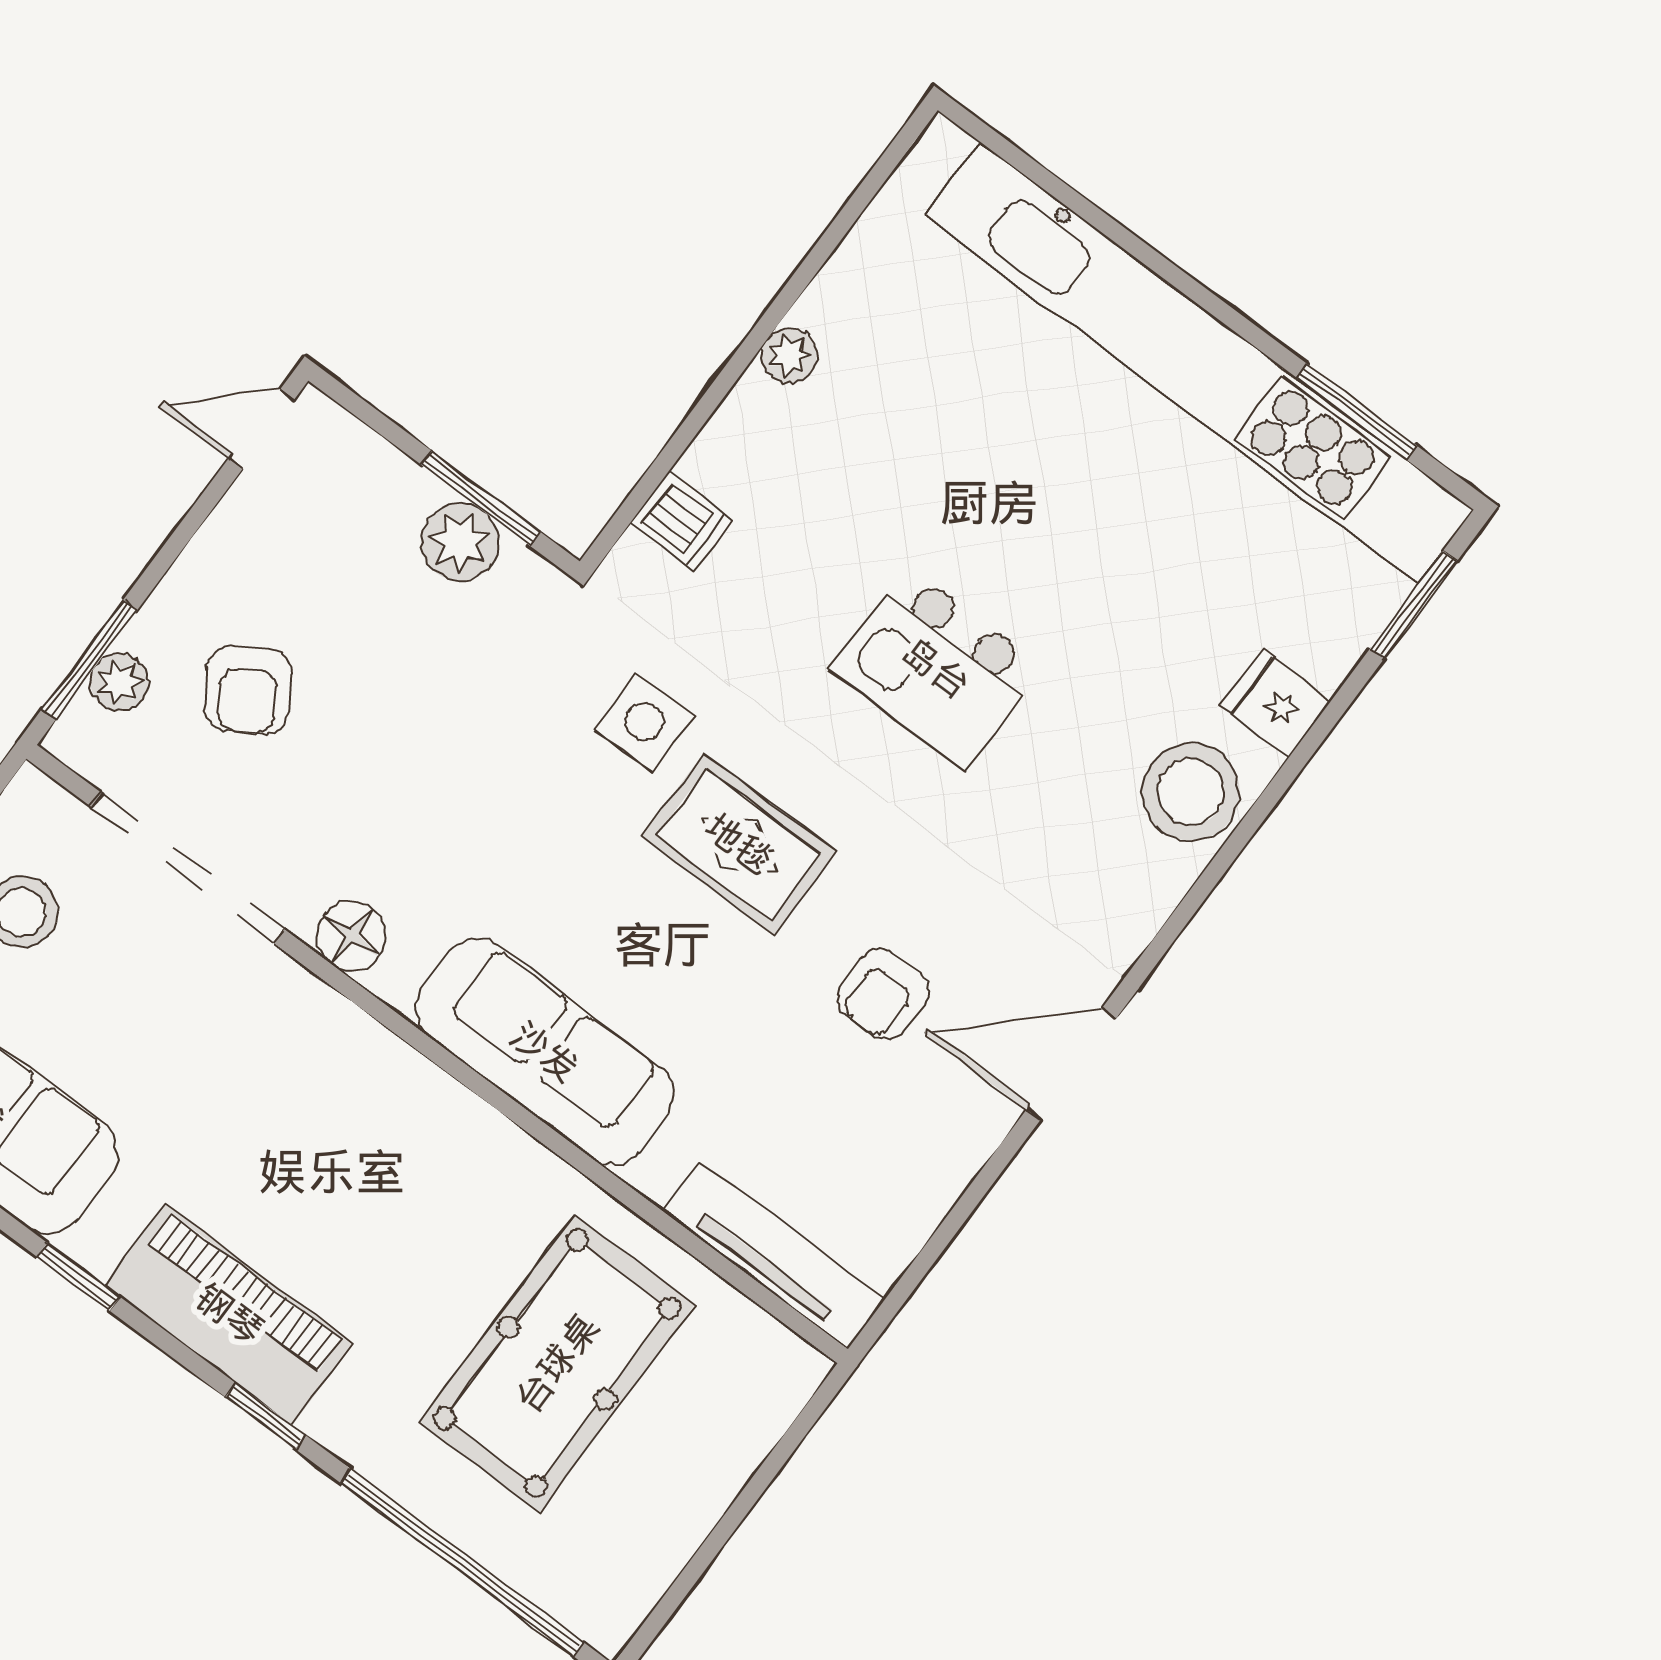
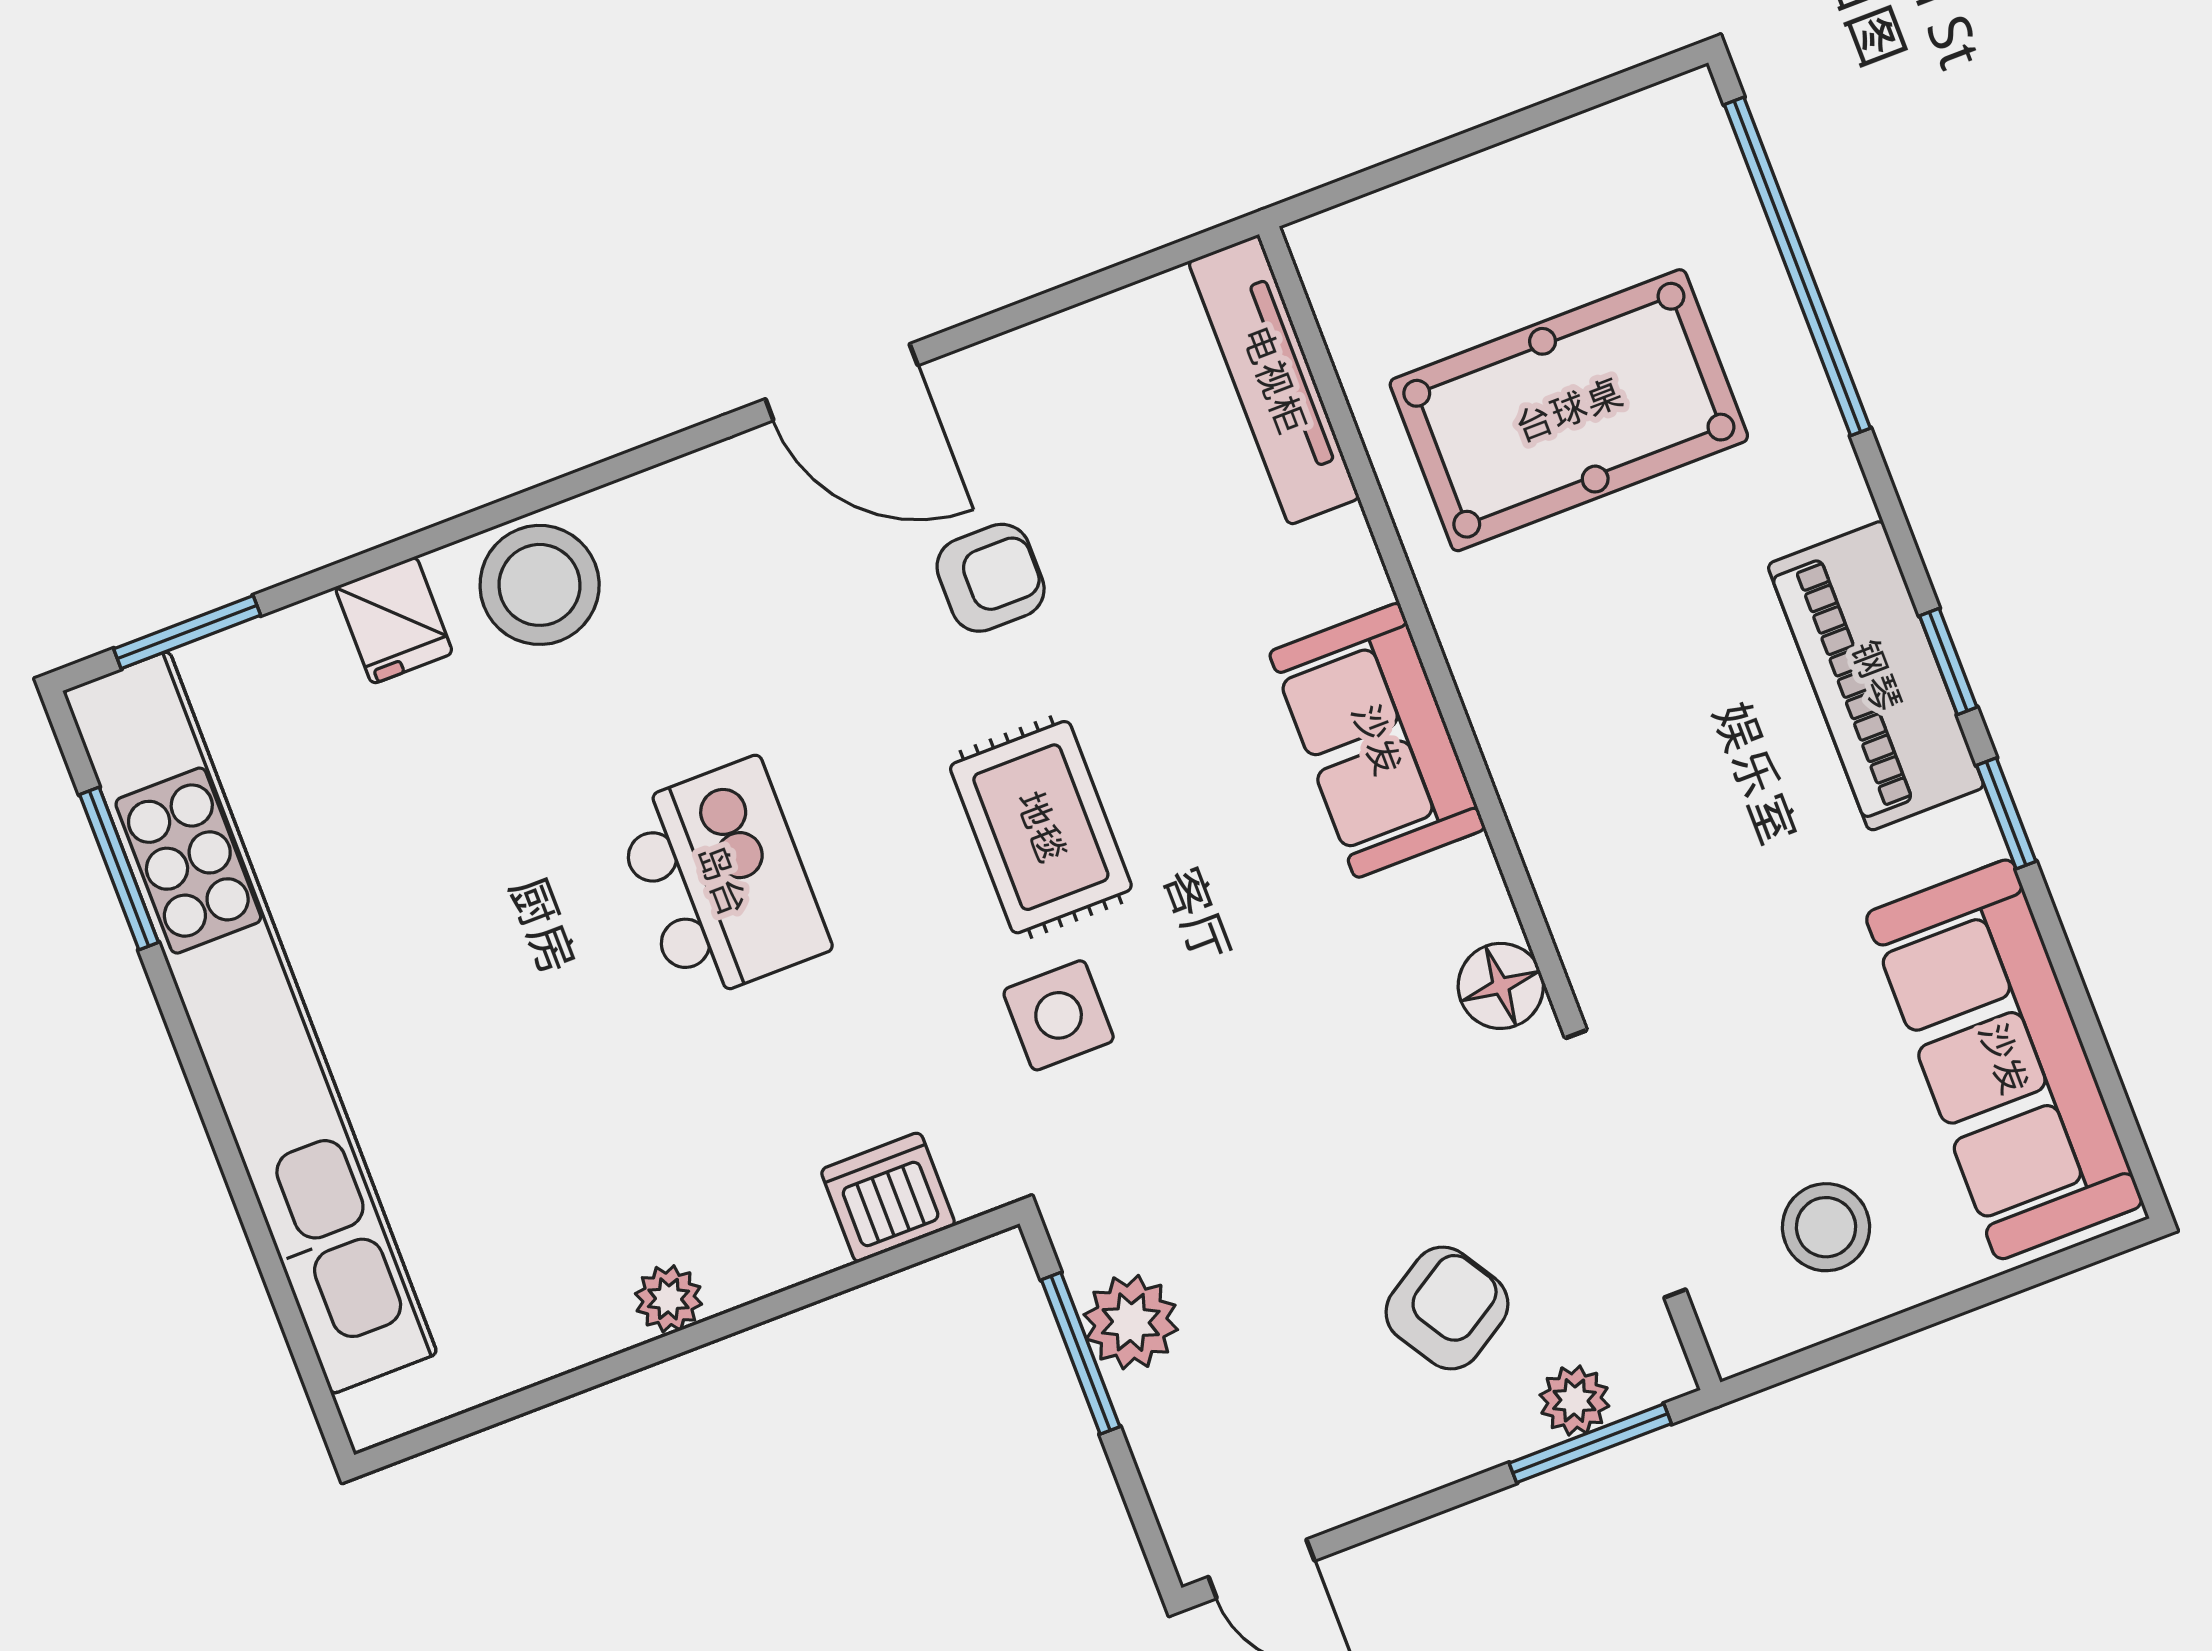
dishwasher: (682, 522) -> (888, 1197), width x1.38
sofa: (545, 1052) -> (1377, 740), width x0.73
window: (266, 1416) -> (1948, 661), moved

